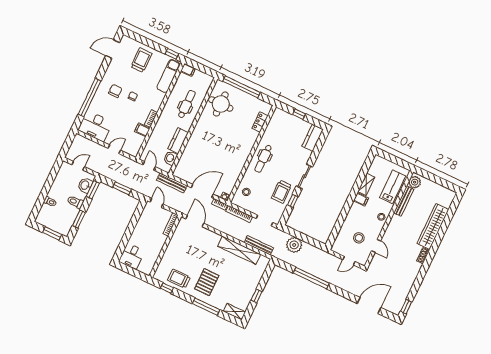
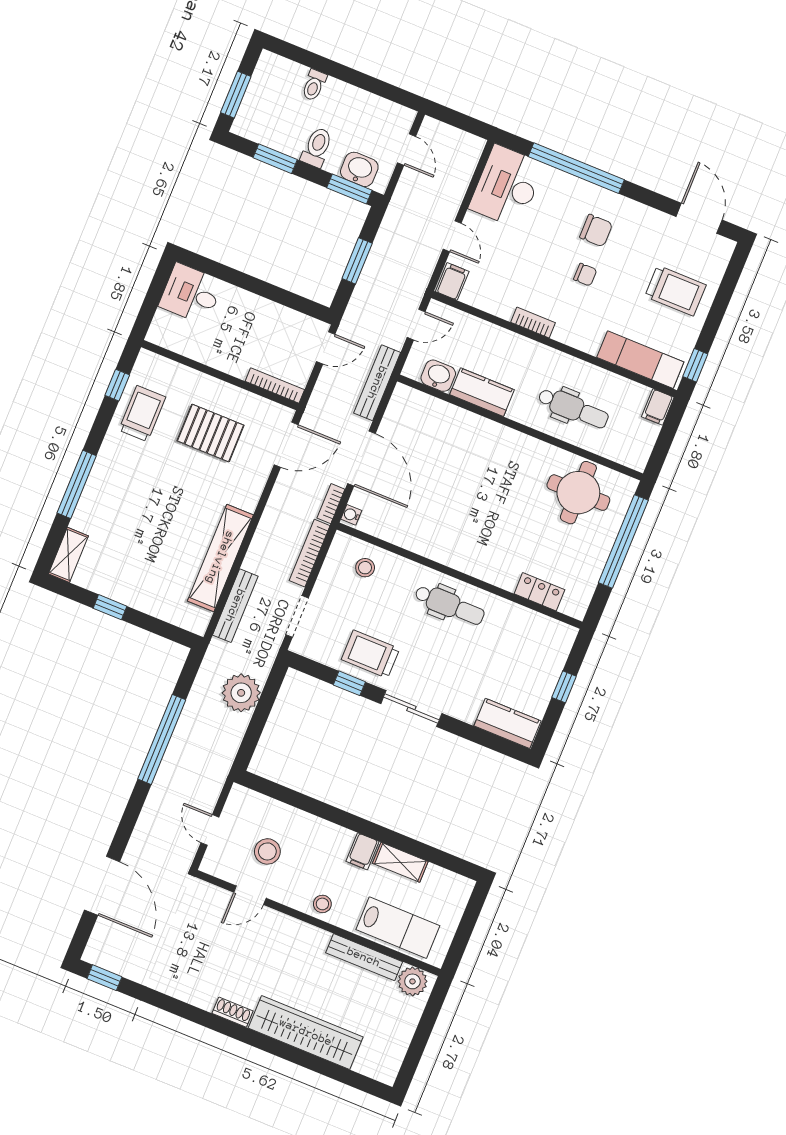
filing cabinet: (142, 130) -> (452, 281), moved
dental chair: (263, 159) -> (450, 605), turned 180
pallet: (207, 282) -> (210, 433), moved

